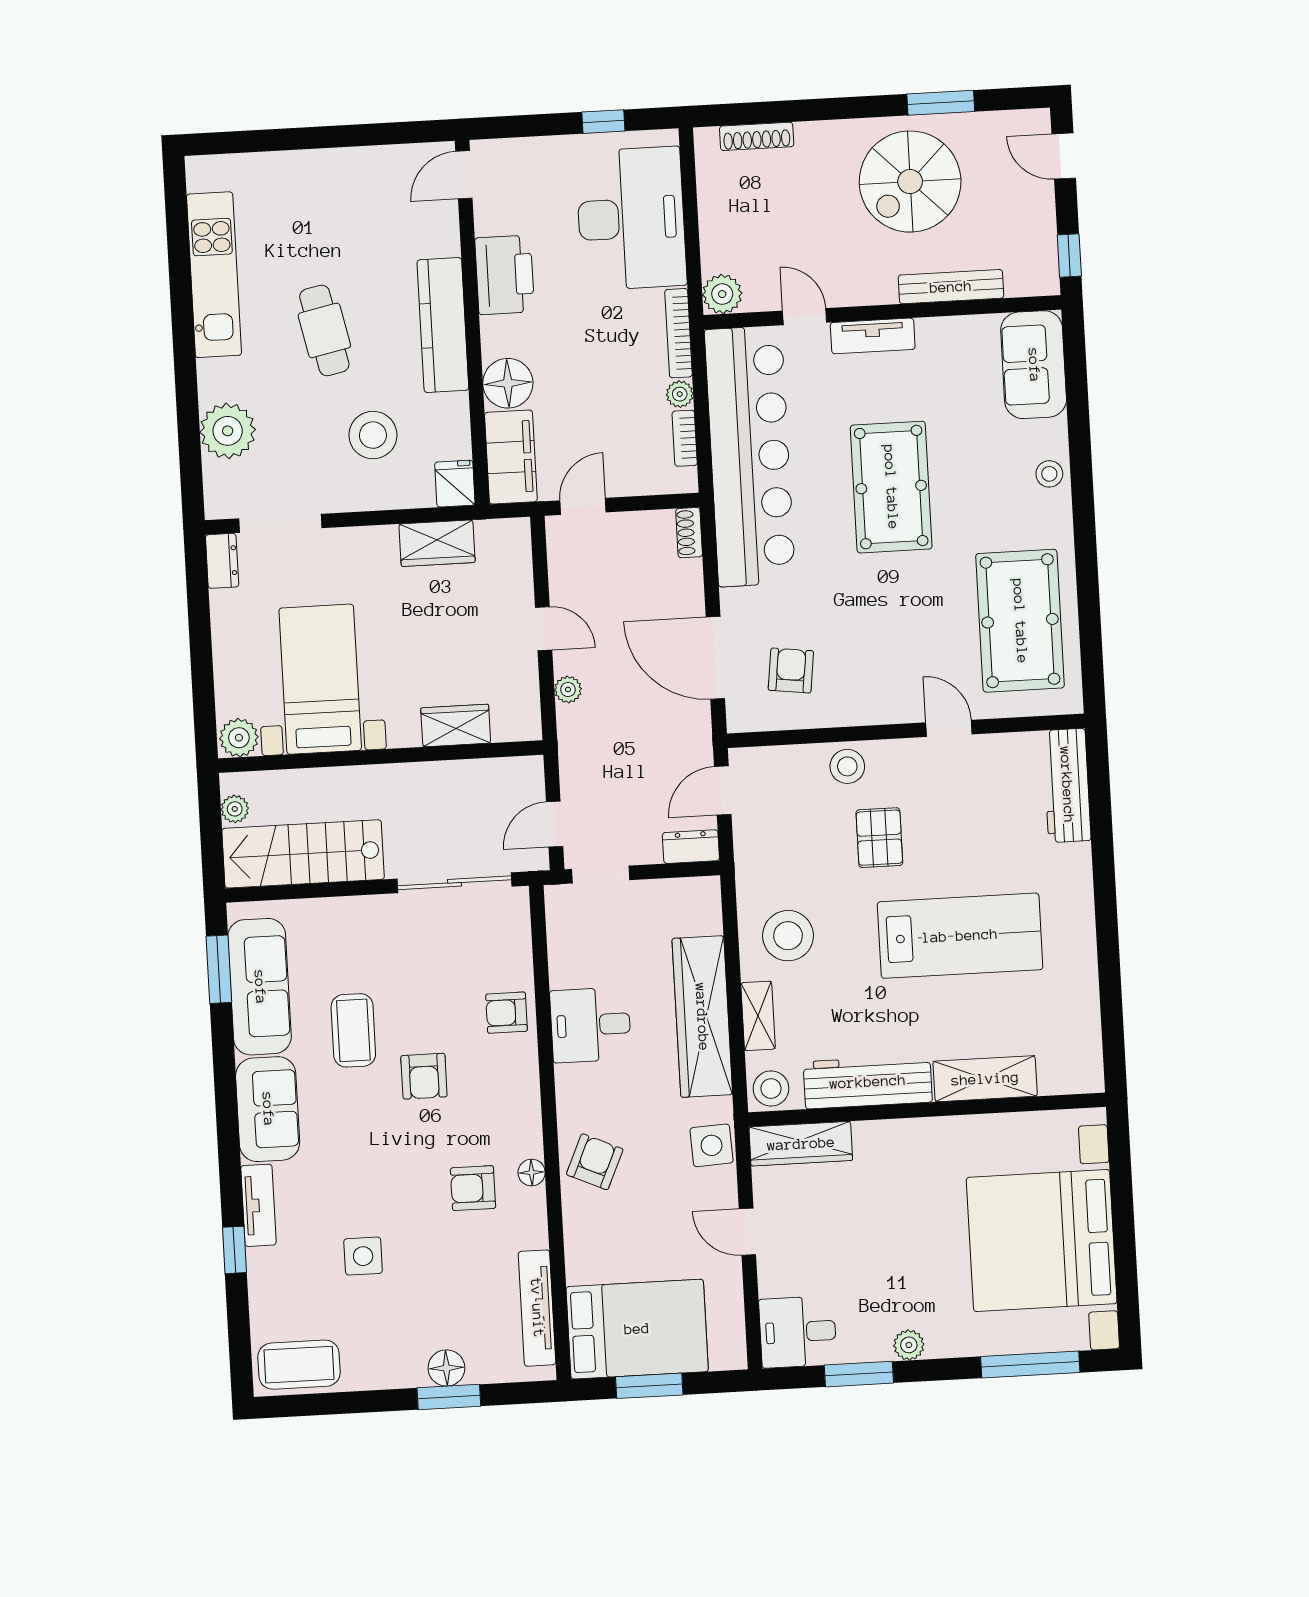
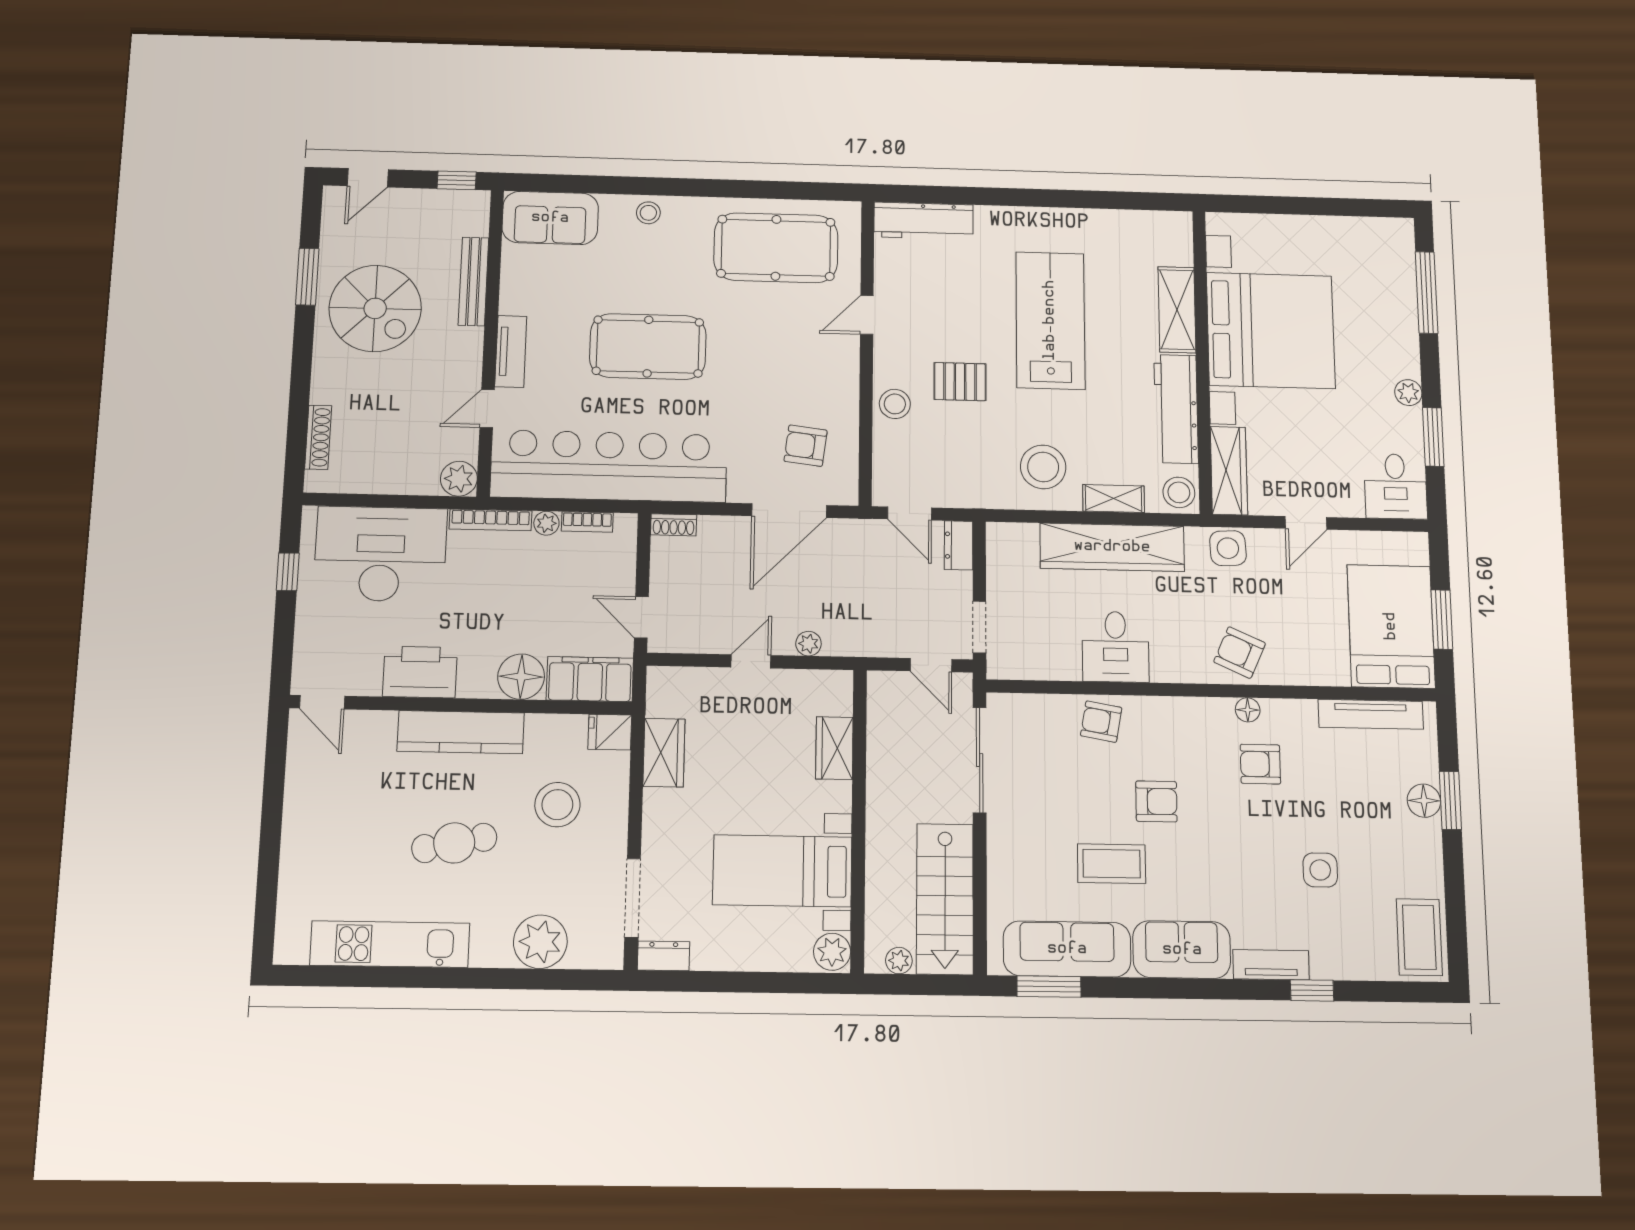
armchair: (507, 1013) -> (1101, 722), turned 100
armchair: (473, 1188) -> (1260, 764), turned 90
bed with nightstands: (1042, 1241) -> (1271, 330), moved, turned -90

